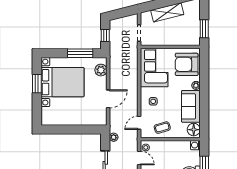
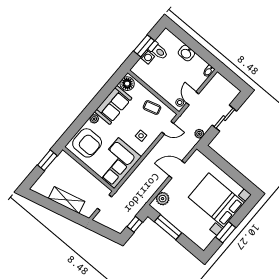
bed with nightstands: (62, 82) -> (216, 200), moved
washing machine: (195, 145) -> (147, 57), moved

